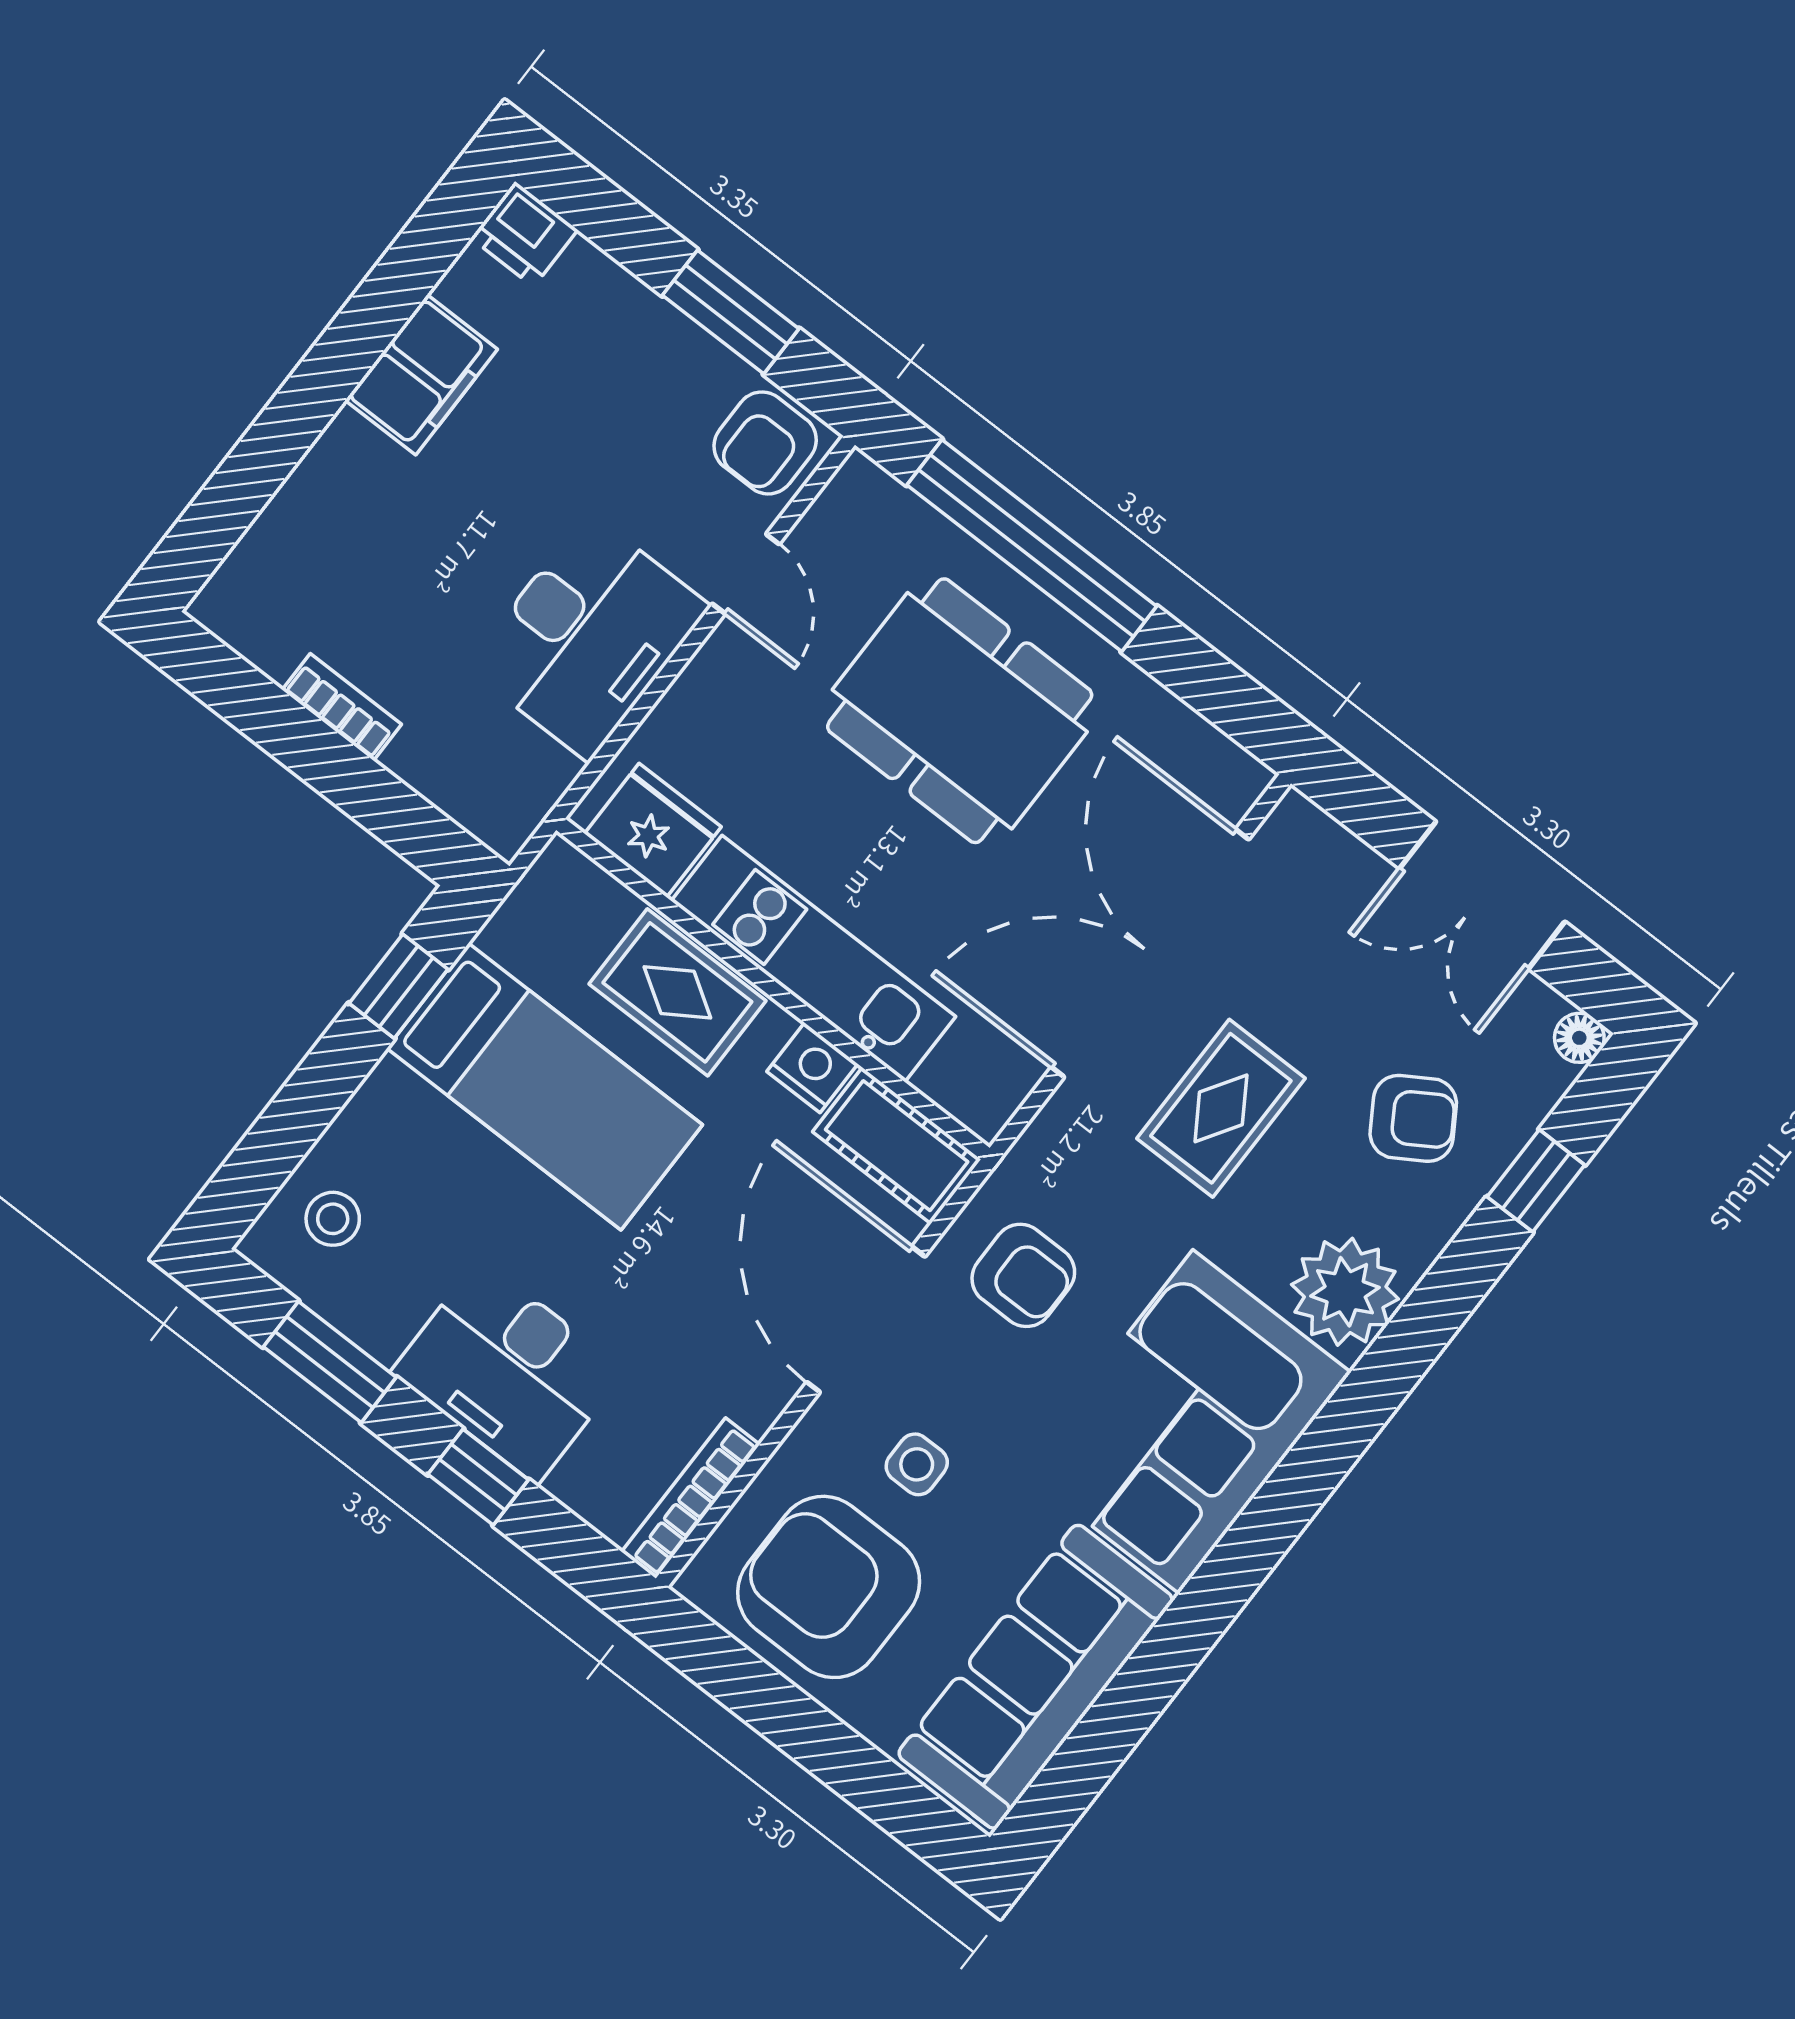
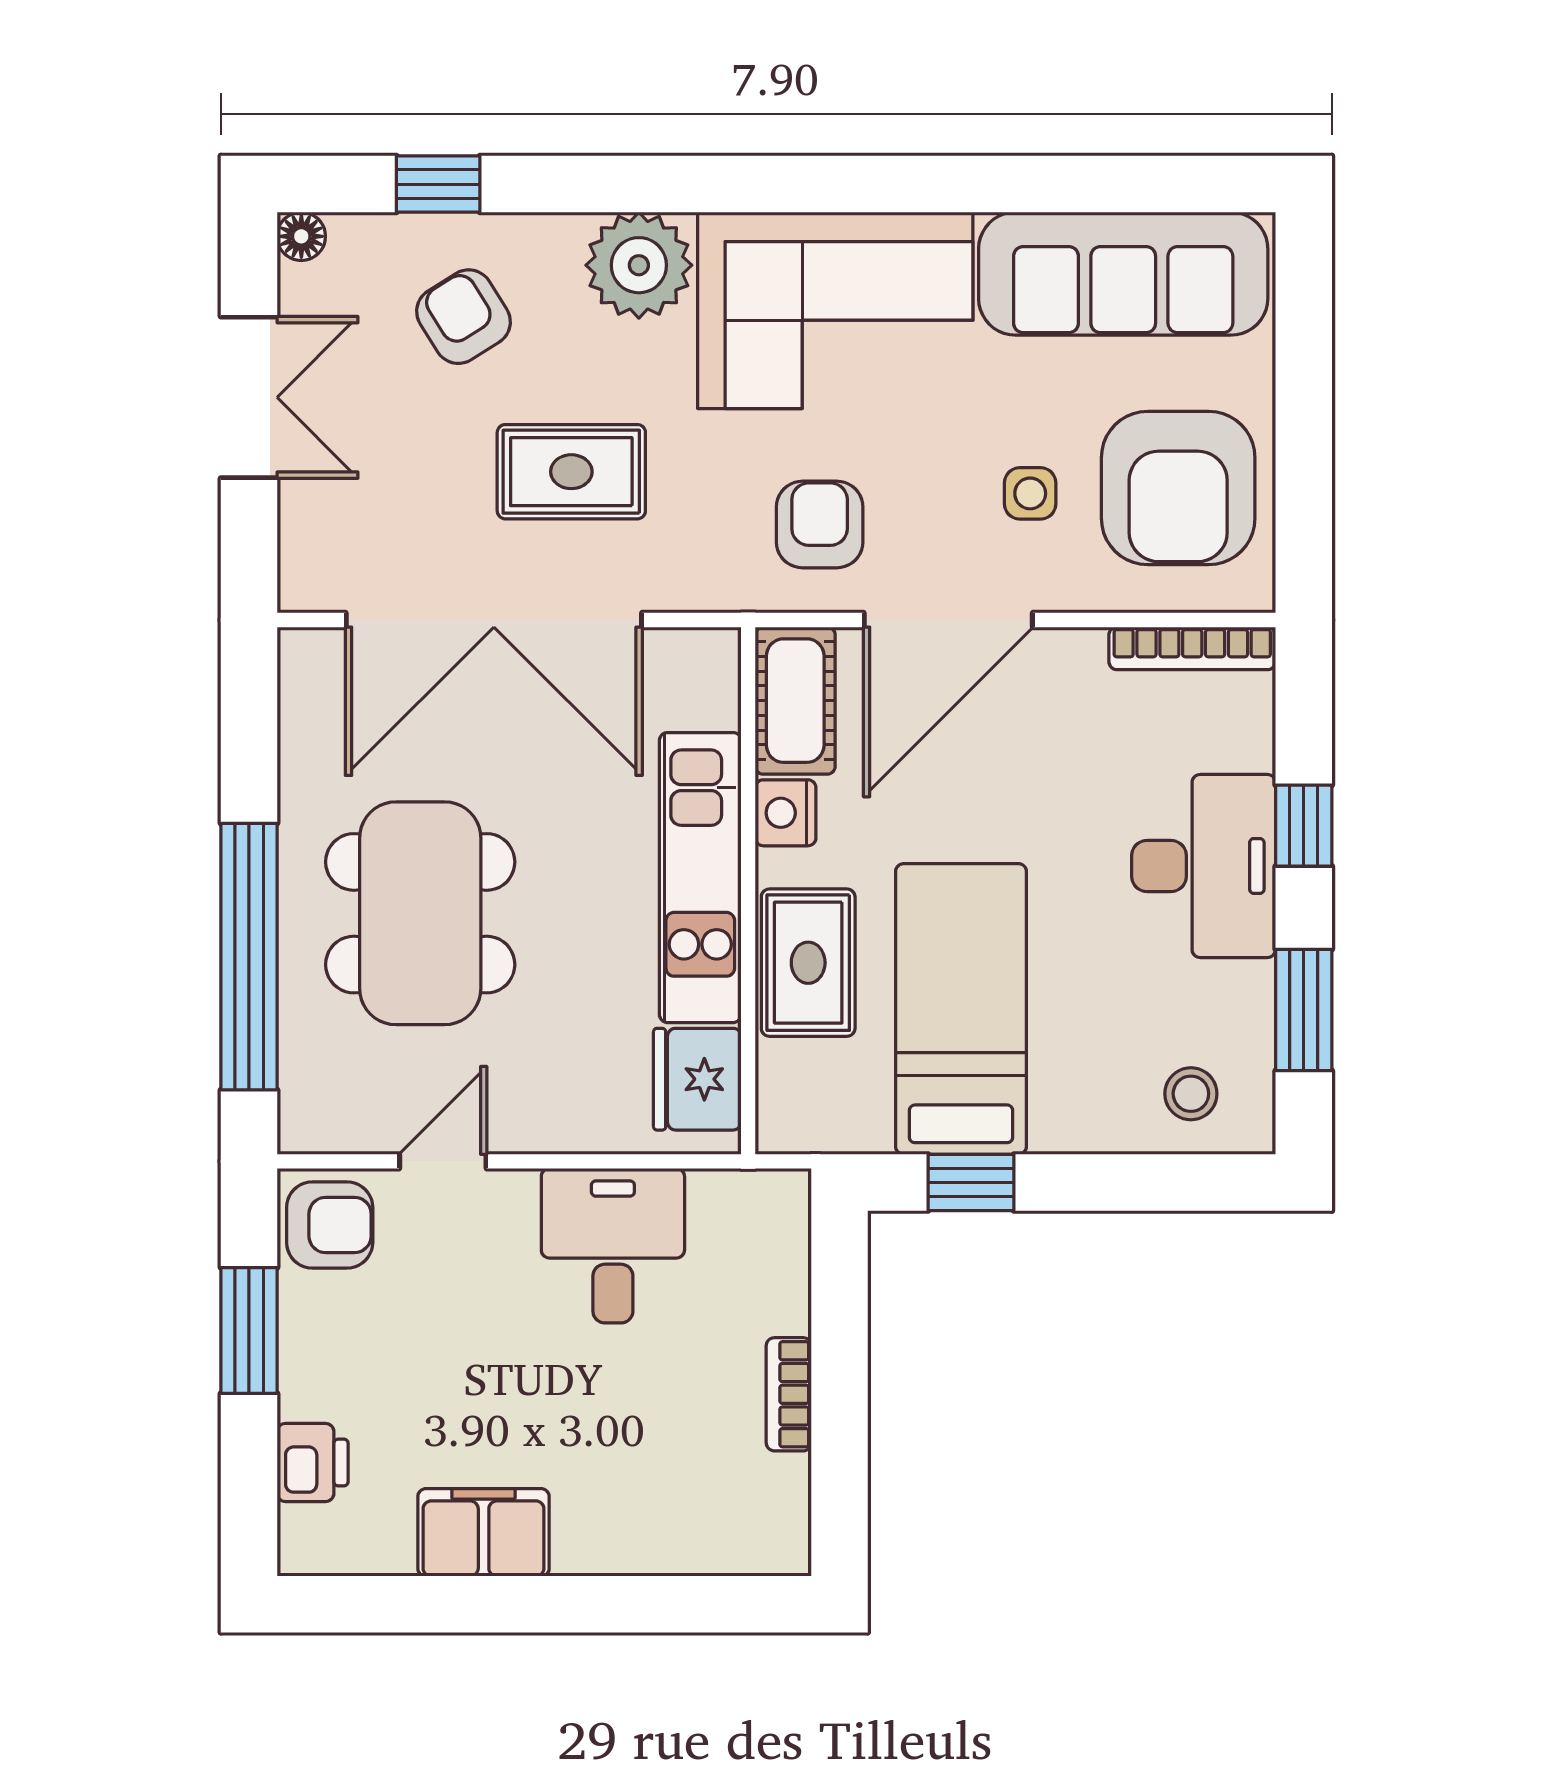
printer: (524, 234) -> (313, 1462), moved
desk: (588, 637) -> (613, 1246), width x0.73

